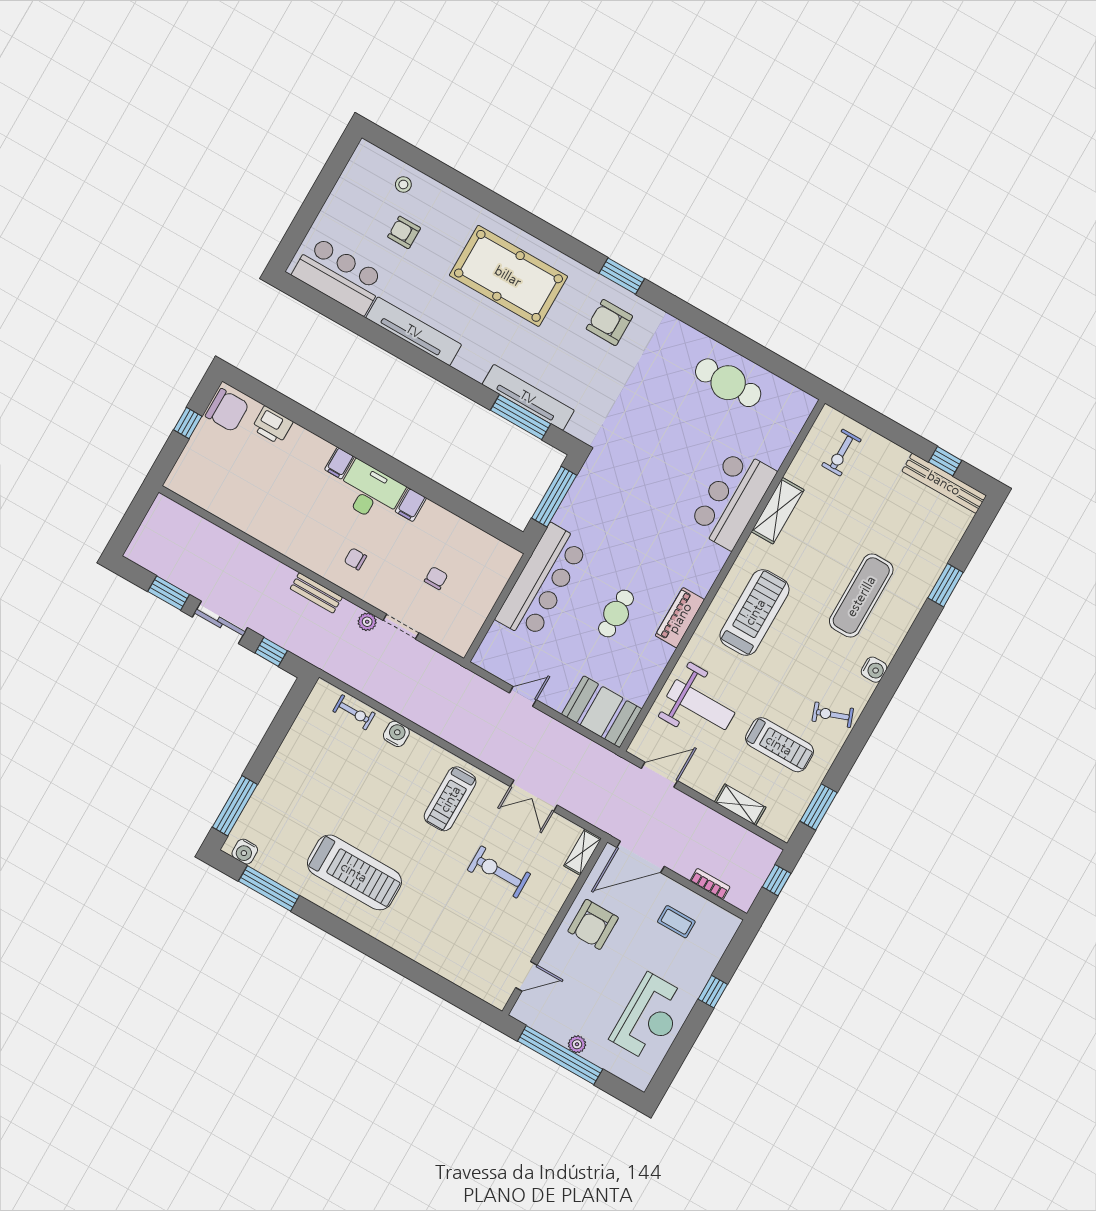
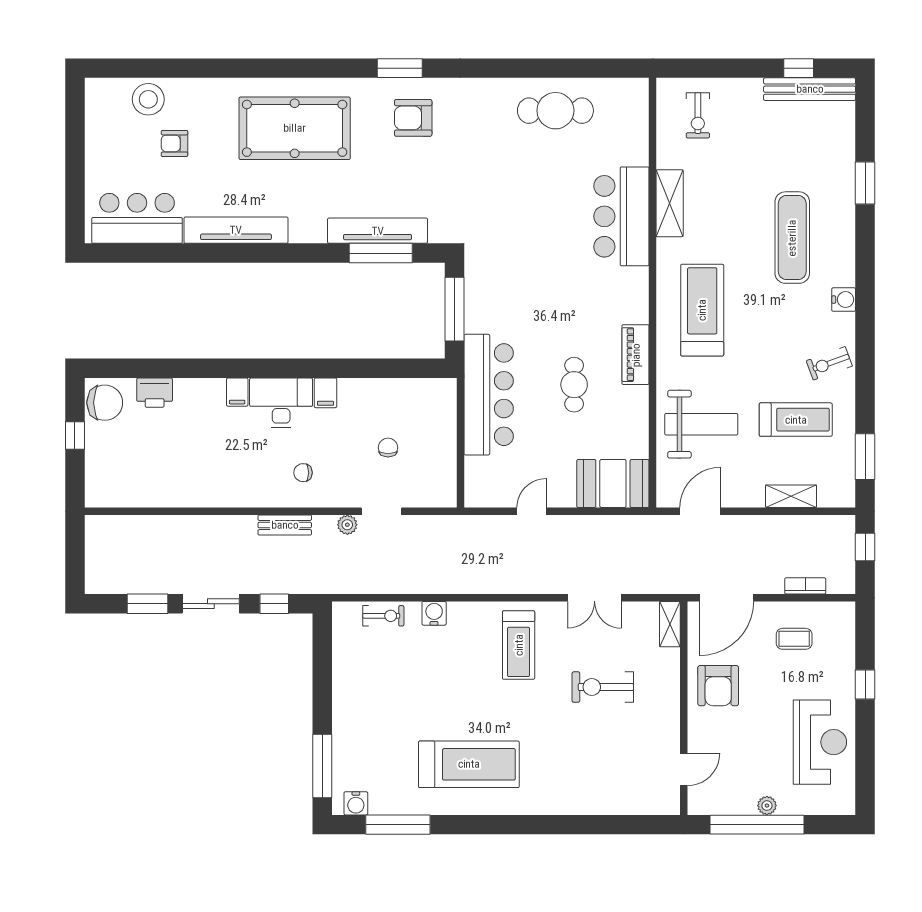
stool: (403, 184) -> (148, 99), width x1.89, depth x1.89

